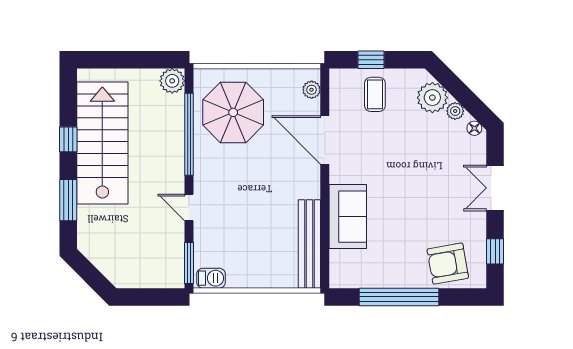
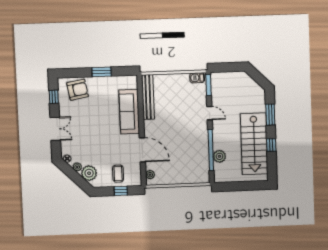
plant: (172, 81) -> (219, 156), moved
parasol: (233, 112) -> (189, 162), removed
sofa: (348, 217) -> (129, 112), width x1.36
window: (399, 297) -> (102, 72), width x0.47

